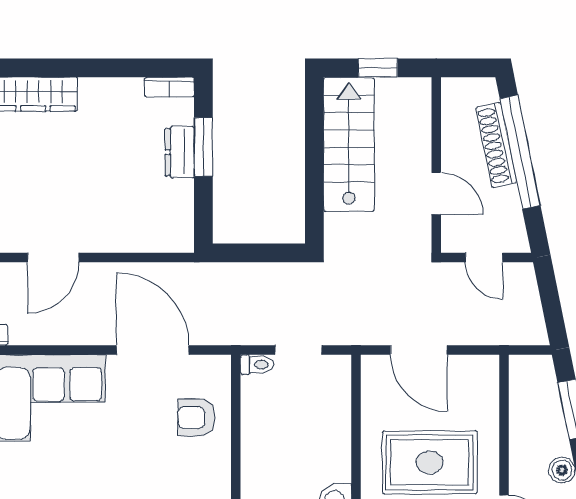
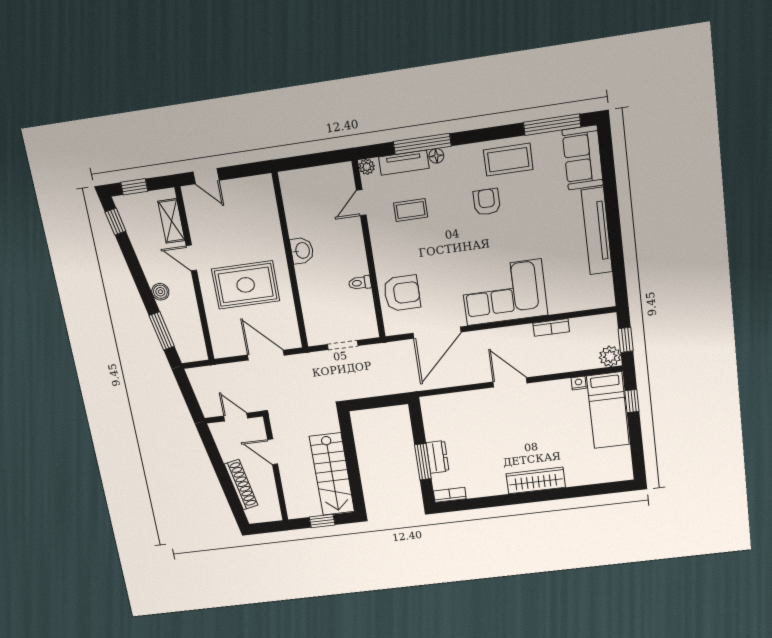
window: (520, 152) -> (226, 482), removed
door: (53, 257) -> (510, 382), hinge flipped
door: (153, 350) -> (437, 333), hinge flipped
toilet: (257, 365) -> (360, 283), moved
armchair: (196, 418) -> (402, 293), width x1.38, depth x1.38

